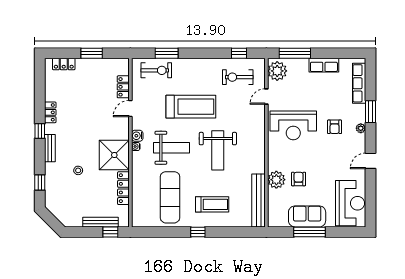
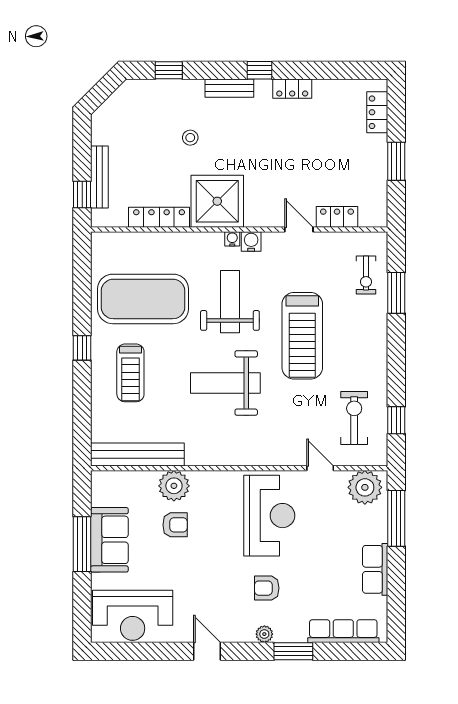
exercise bike: (156, 70) -> (366, 275), width x0.73, depth x0.72
reception desk: (293, 125) -> (269, 516), turned 180
weight bench: (172, 148) -> (230, 302), turned 180
exercise mat: (170, 197) -> (143, 299), width x1.47

